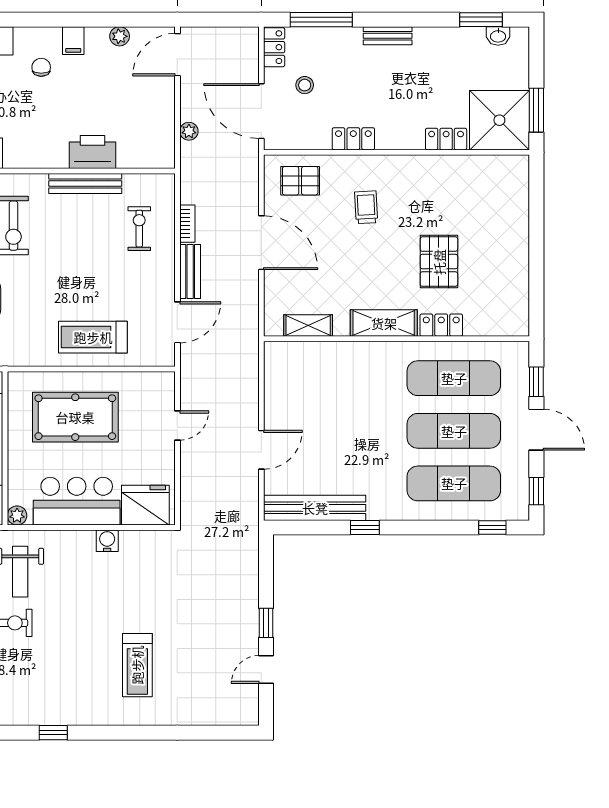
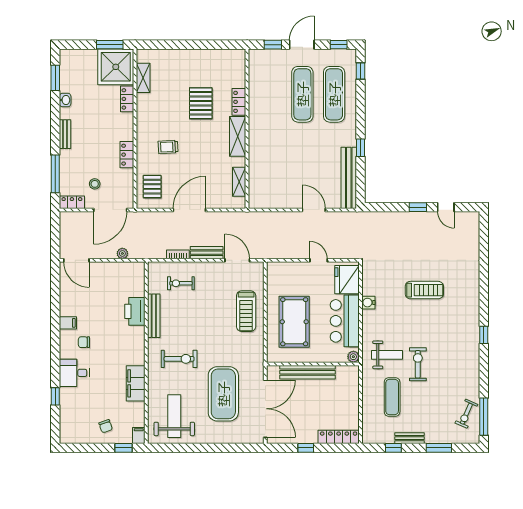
plant: (120, 36) -> (65, 295), removed
washbasin: (498, 36) -> (65, 100), moved
shelving: (481, 166) -> (143, 78), added
pallet: (439, 262) -> (201, 103), turned 90
exercise mat: (454, 378) -> (271, 94), removed
door: (177, 426) -> (319, 260), moved
treadmill: (137, 665) -> (424, 290), moved

